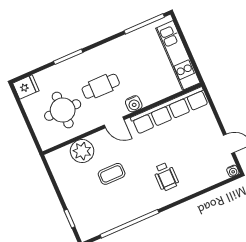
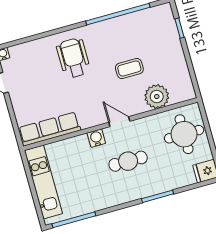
round table: (63, 110) -> (184, 134), moved
row of seats: (170, 110) -> (49, 129), width x0.73
wheelchair: (166, 176) -> (73, 58), width x1.36, depth x1.37

